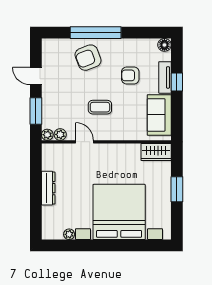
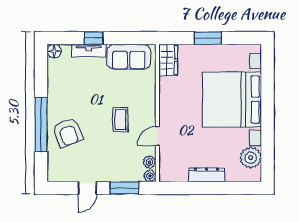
armchair: (130, 75) -> (87, 87), removed
plant: (69, 234) -> (251, 158), width x1.88, depth x1.88

